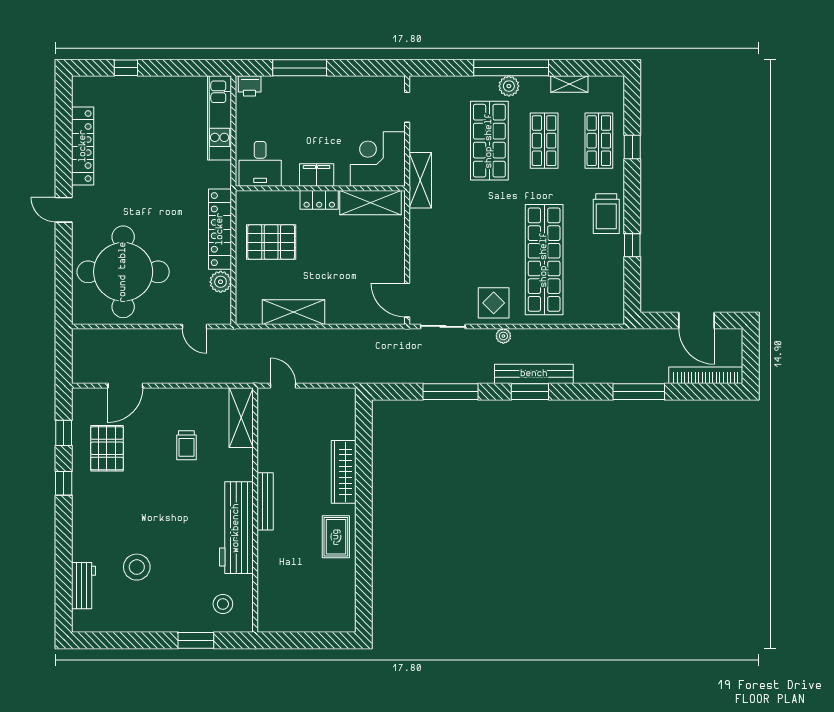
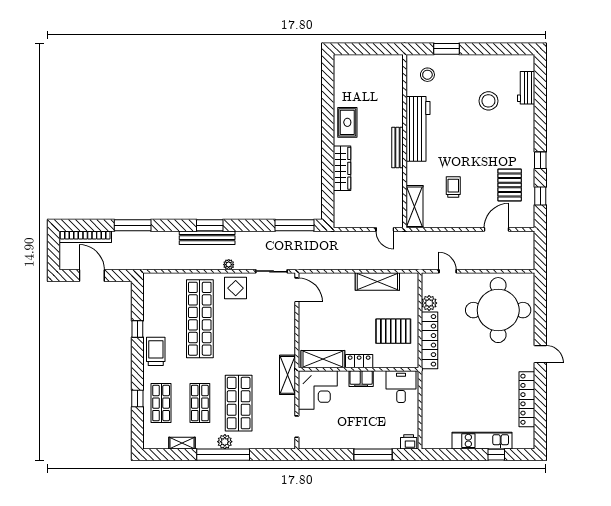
kitchen unit: (220, 118) -> (482, 441), moved, turned -90
window: (450, 392) -> (294, 225), moved

